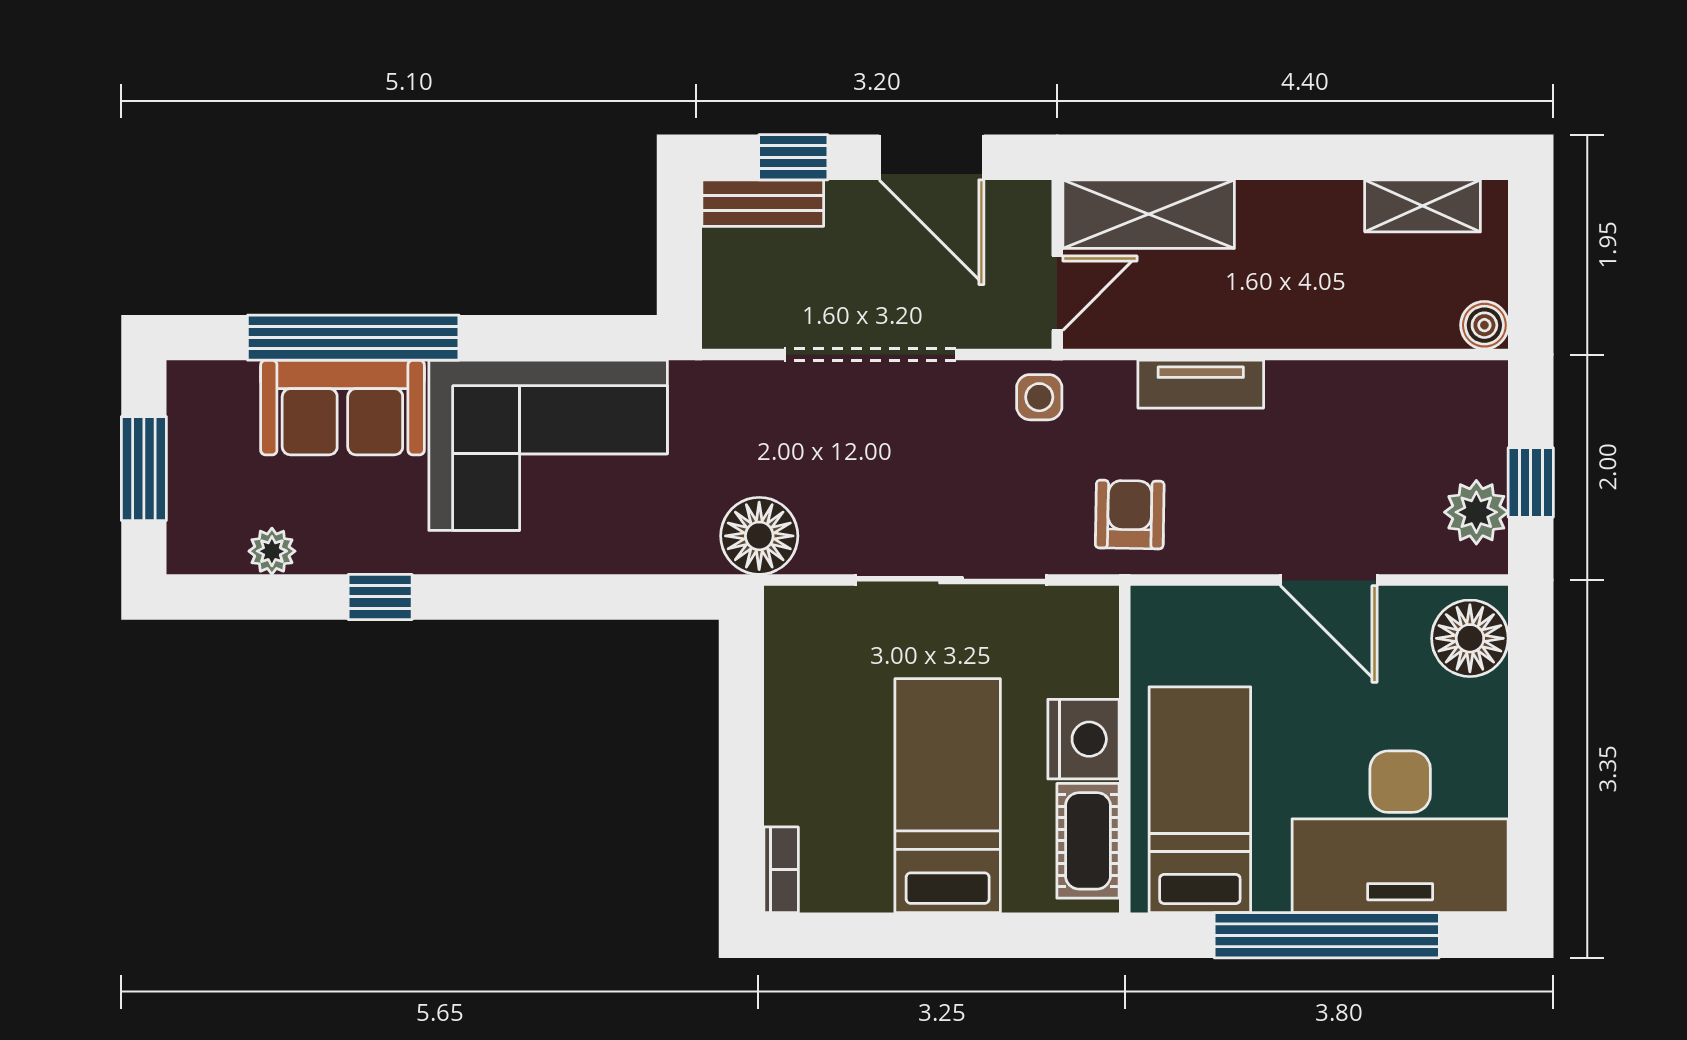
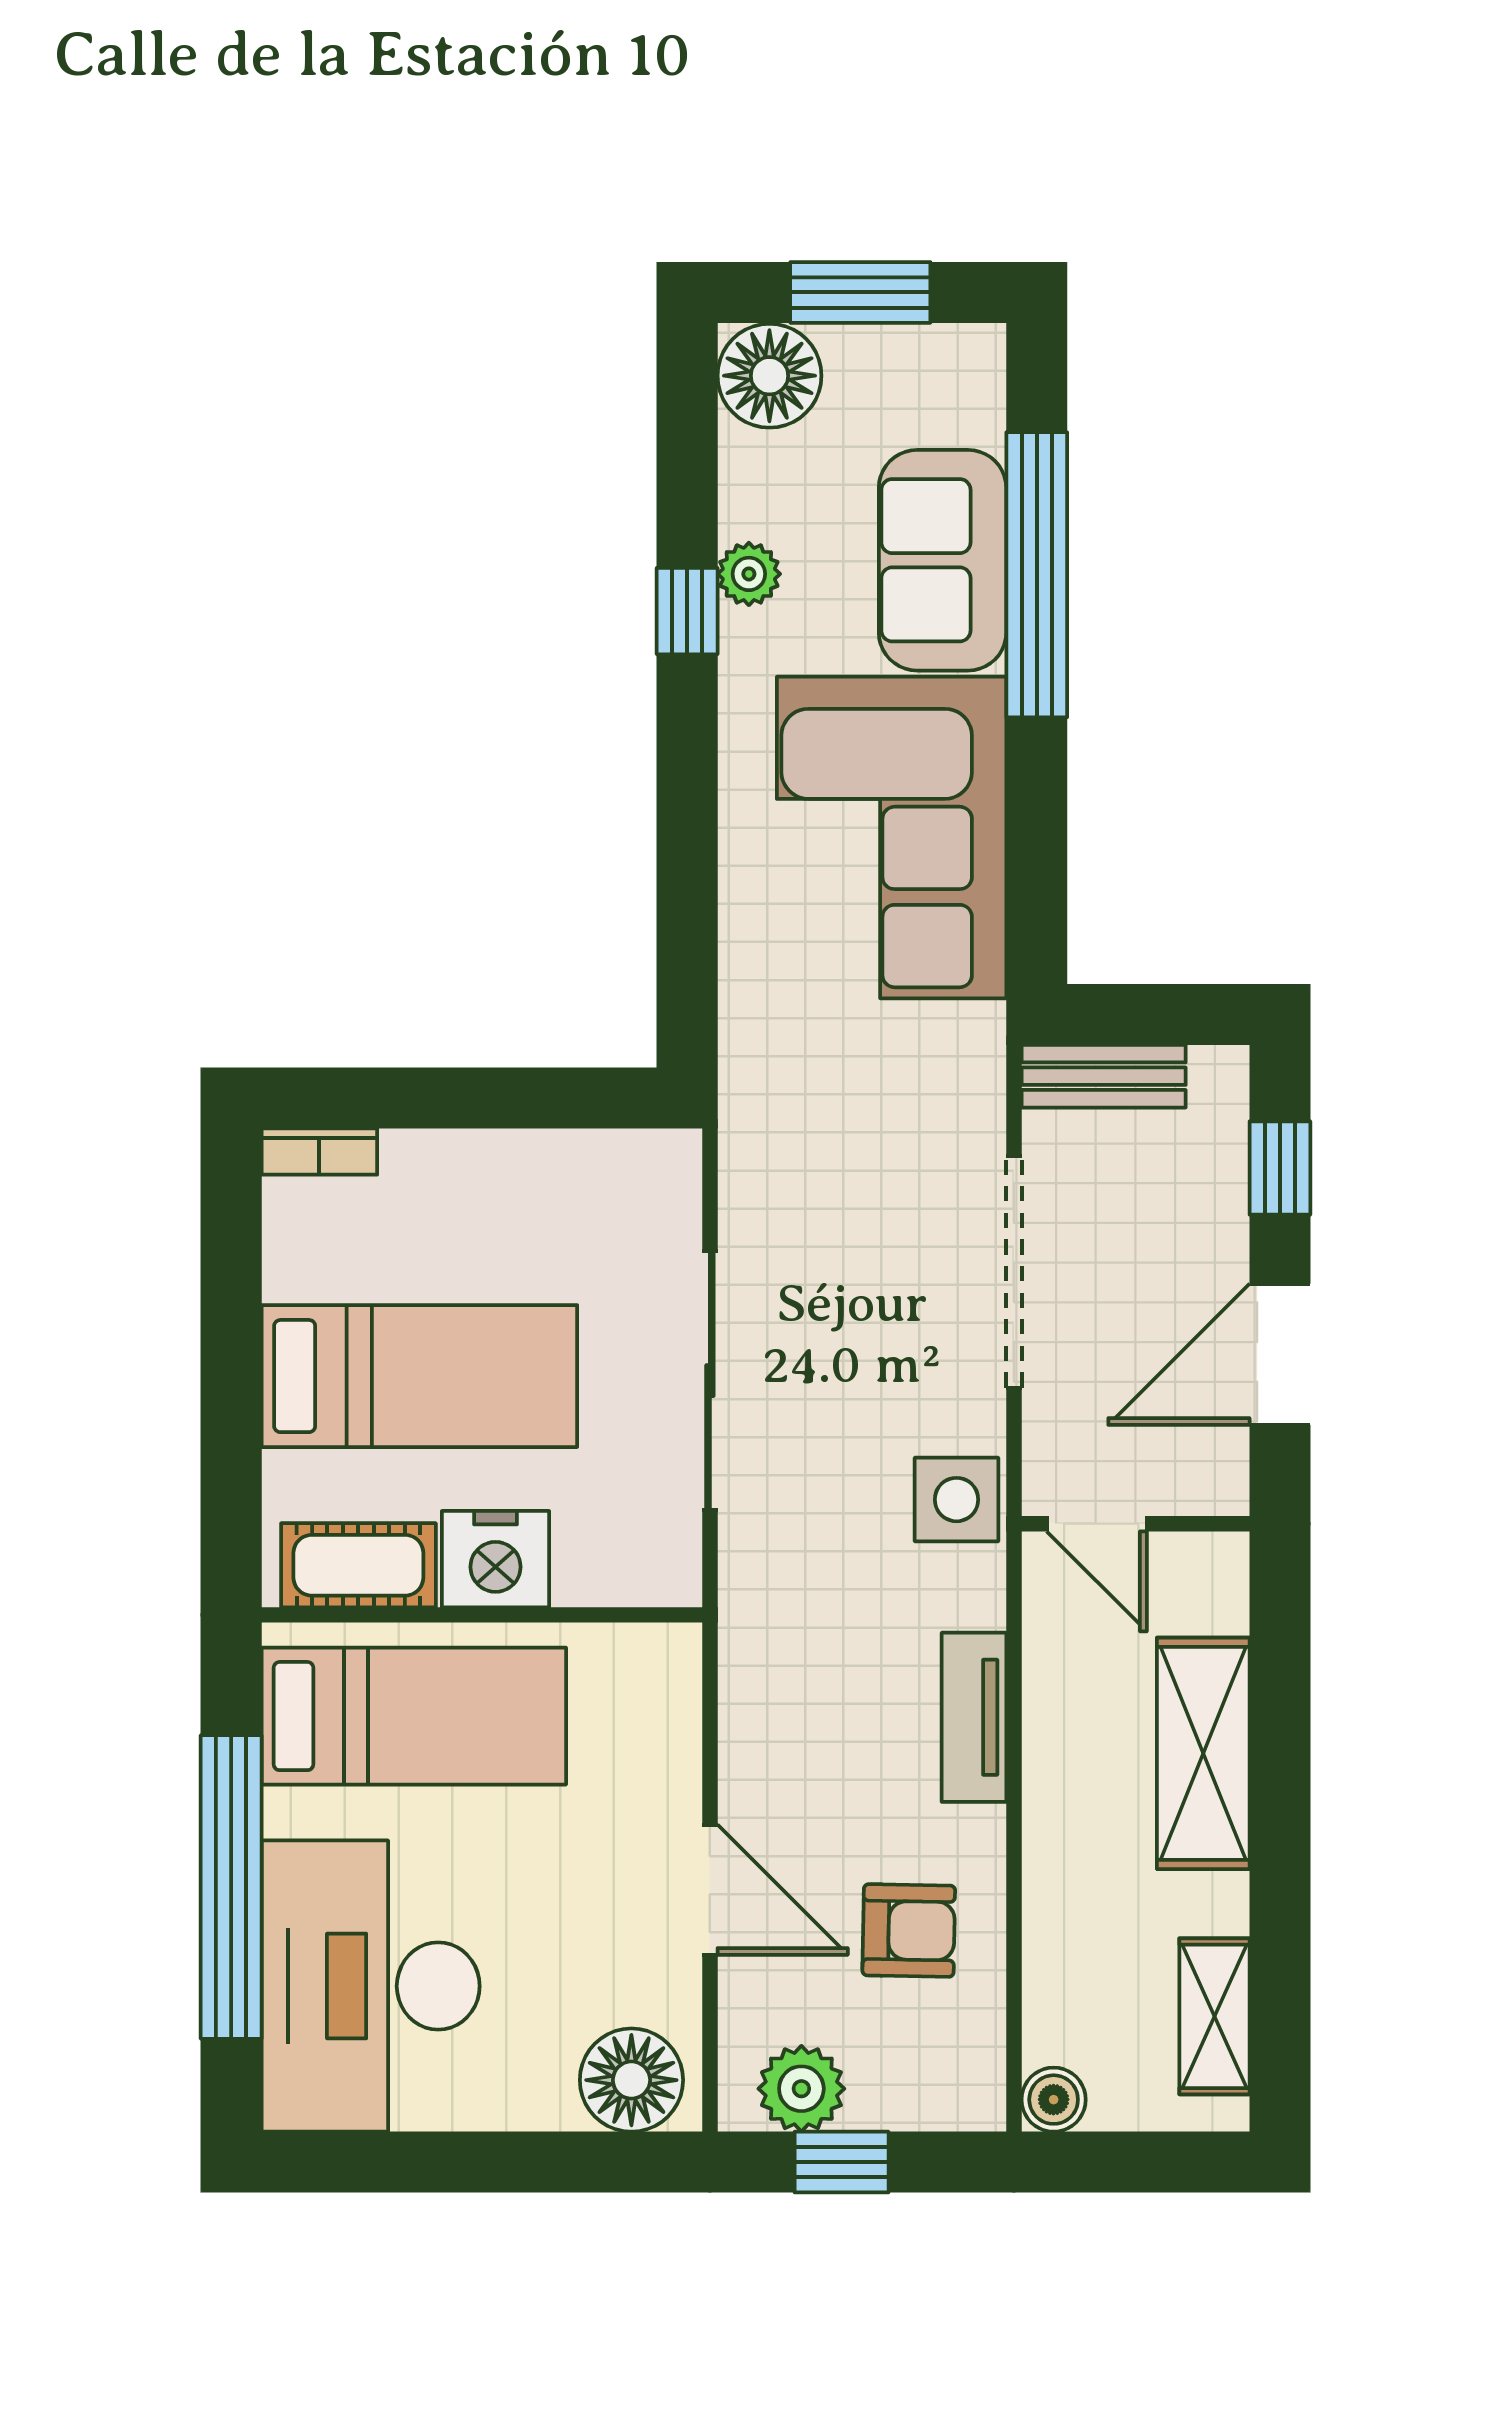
bench: (763, 203) -> (1104, 1076), moved, turned 90
shelving: (1149, 214) -> (1203, 1753), moved
side table: (1039, 397) -> (957, 1500), width x1.37, depth x1.37
armchair: (1130, 515) -> (909, 1931), moved
floor lamp: (759, 536) -> (769, 376), moved
plant: (272, 551) -> (749, 574), moved
door: (1329, 580) -> (710, 1890), swing flipped

